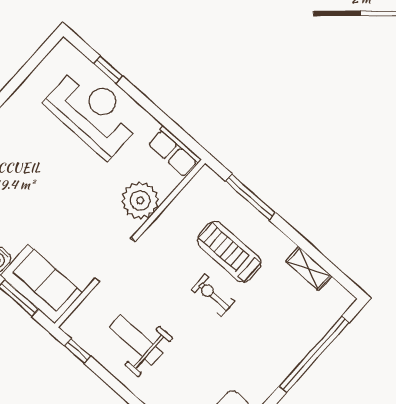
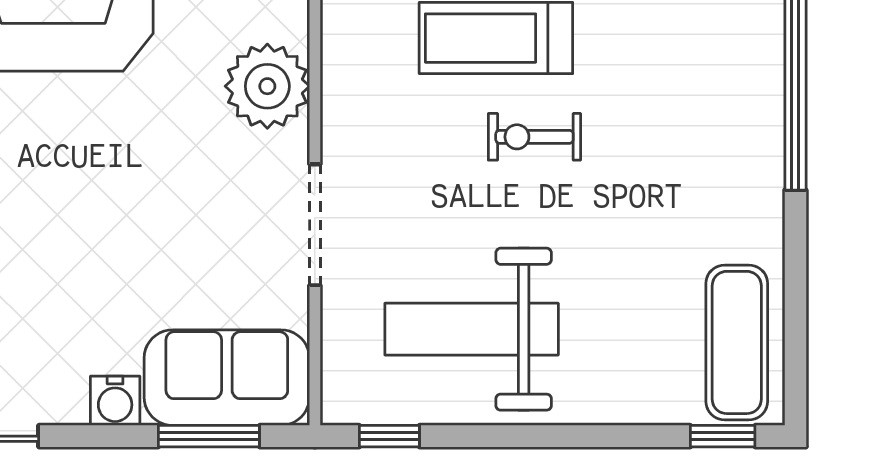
weight bench: (136, 340) -> (472, 329), width x1.36, depth x1.33

